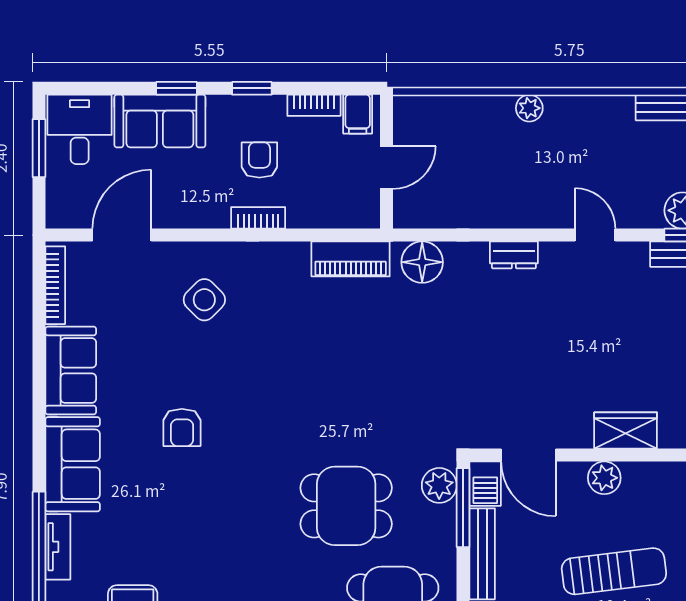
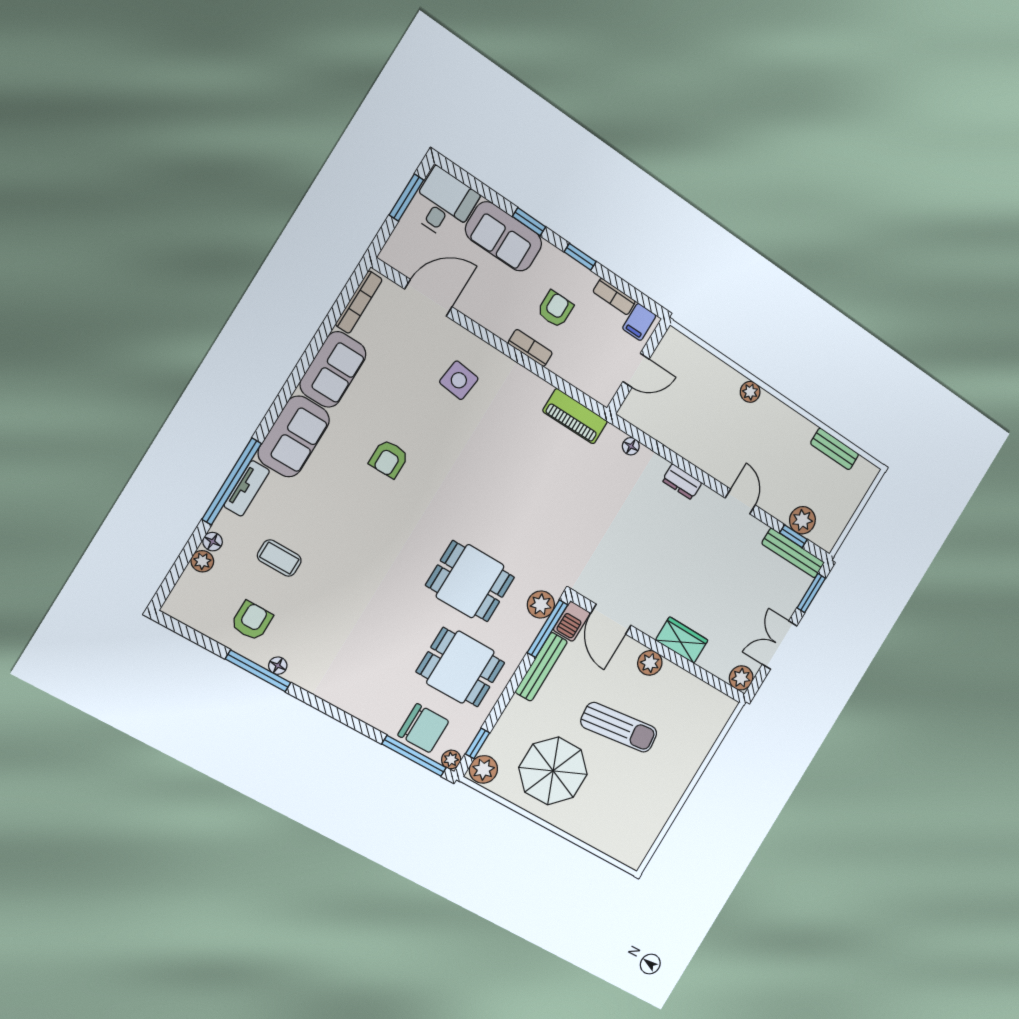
floor lamp: (422, 262) -> (631, 446), width x0.53, depth x0.53
side table: (204, 300) -> (459, 380), turned -38

